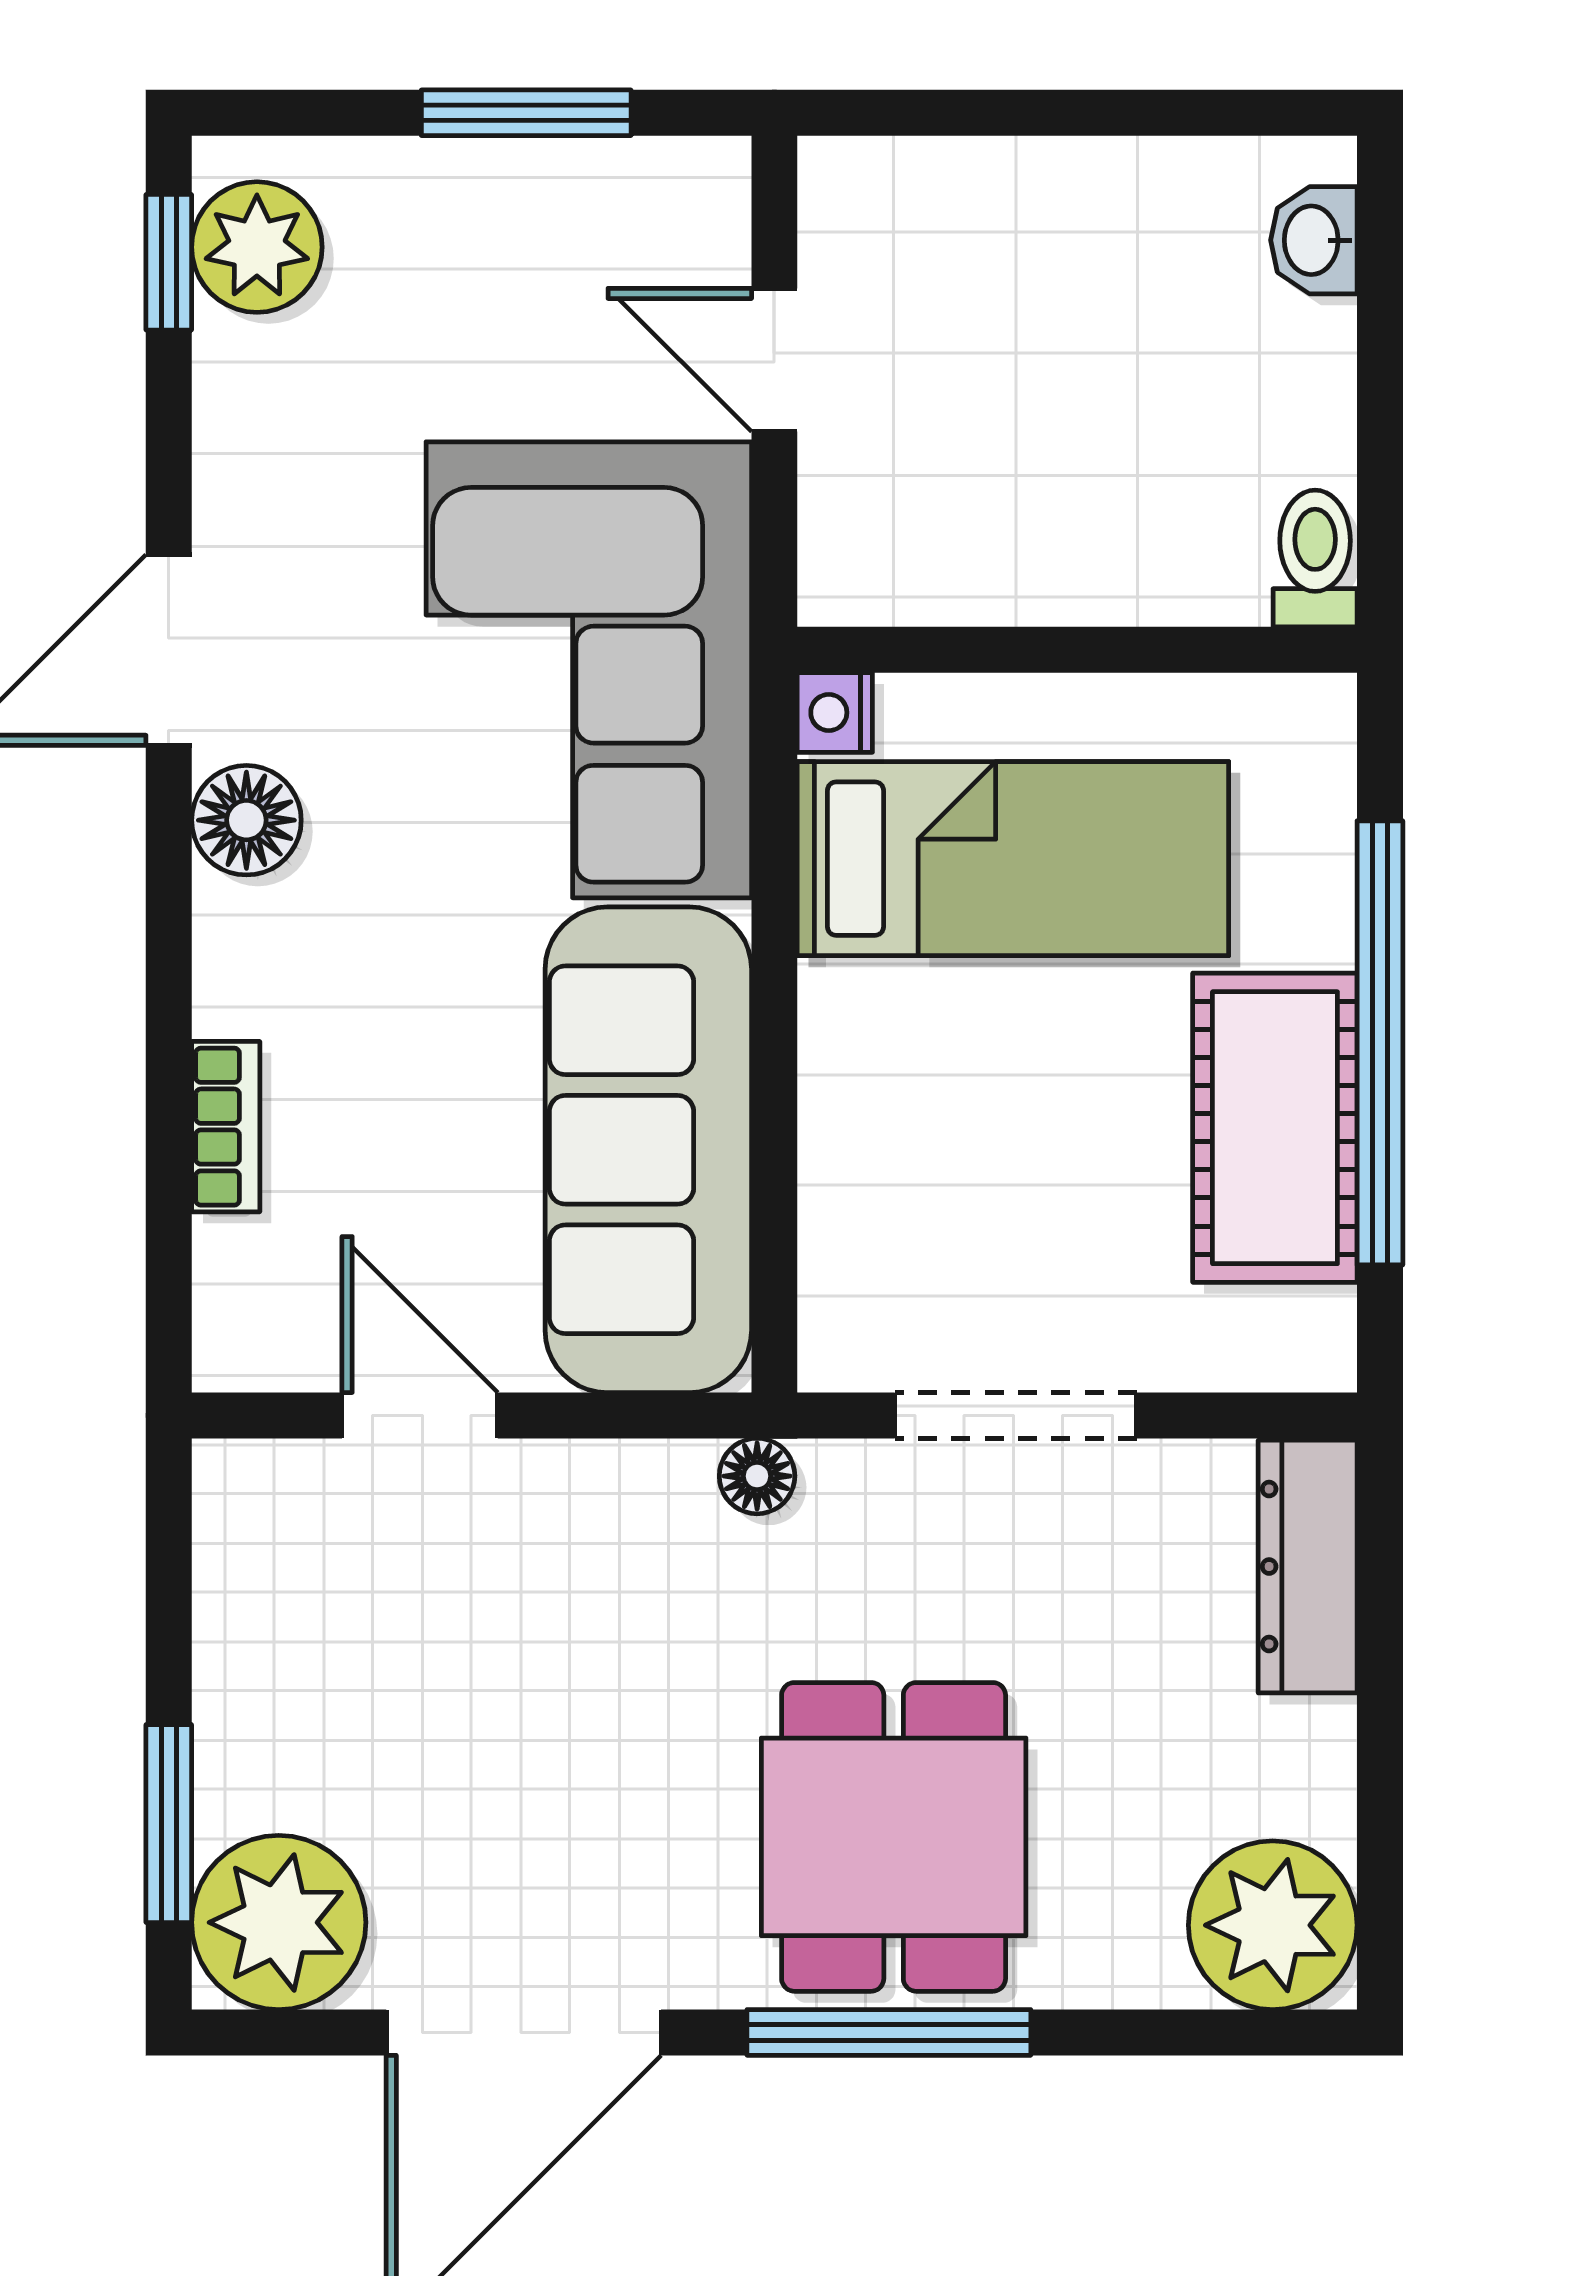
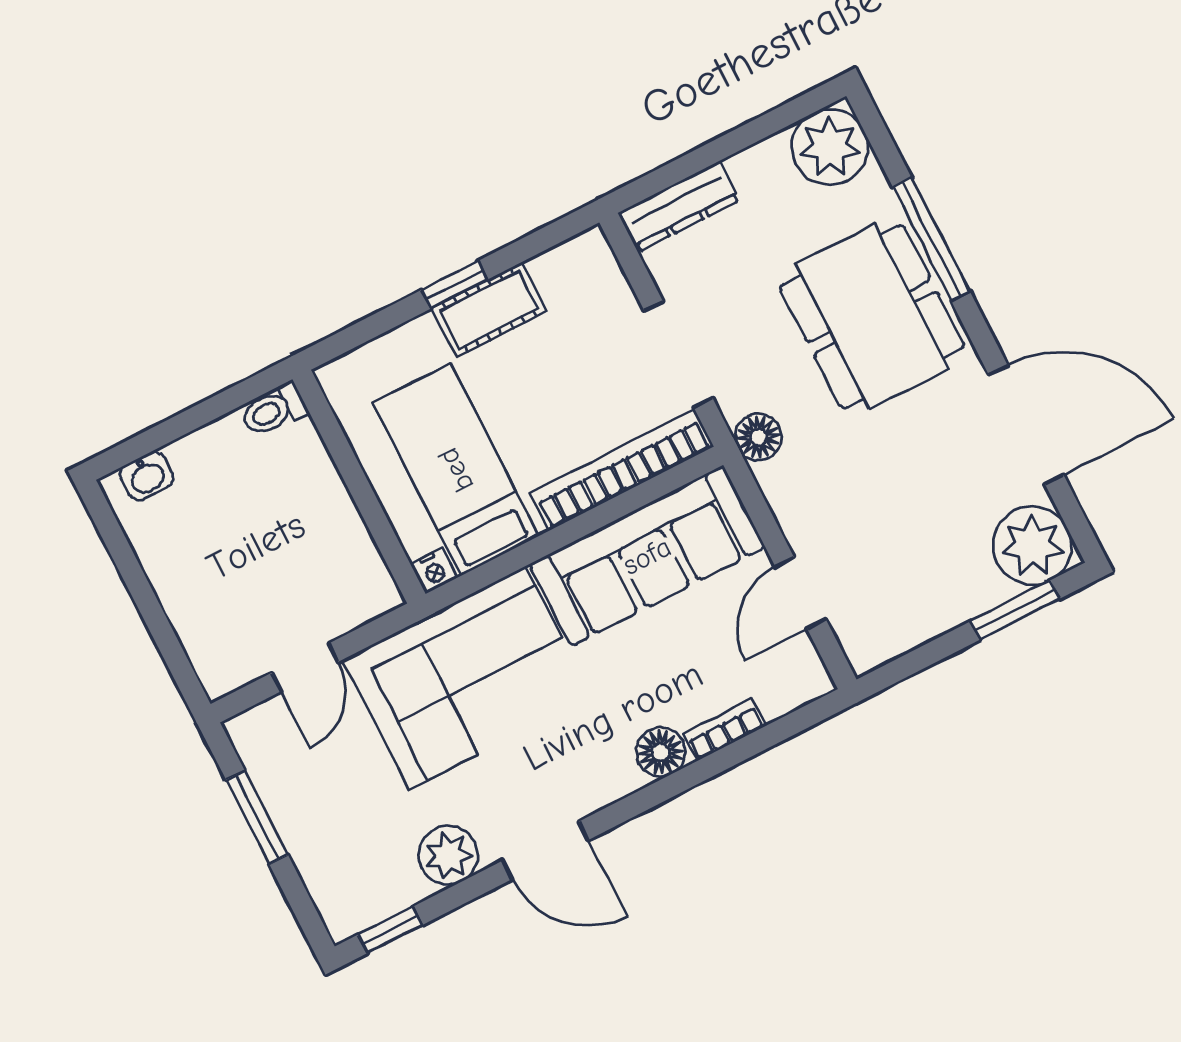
plant: (257, 247) -> (448, 855), moved
floor lamp: (246, 820) -> (661, 752), moved
window: (1380, 1043) -> (454, 285), width x0.32
cot: (1275, 1128) -> (489, 310), width x0.73, depth x0.75
bookcase: (844, 1187) -> (622, 470), added
floor lamp: (757, 1476) -> (758, 437), width x1.37, depth x1.37
dining table: (894, 1837) -> (872, 317), width x1.38
window: (889, 2032) -> (931, 239), moved

